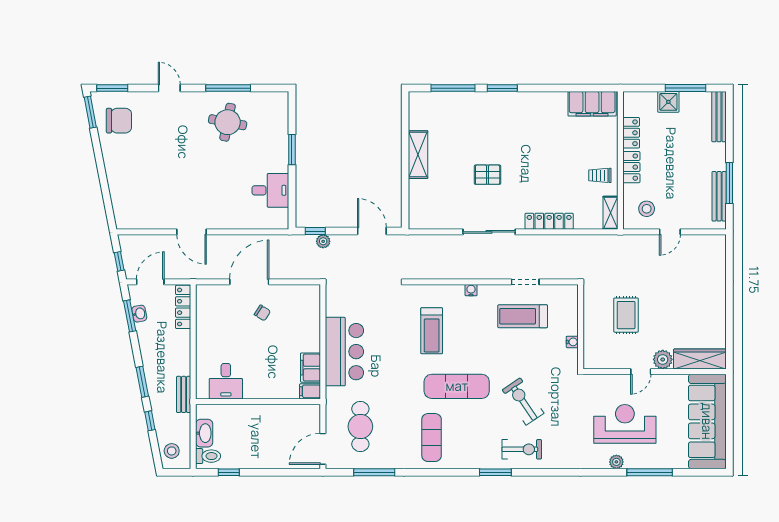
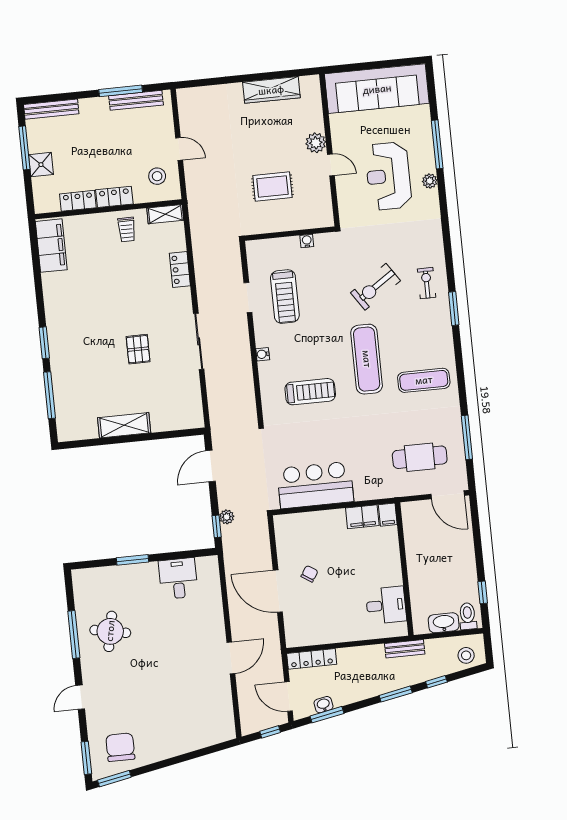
locker: (549, 221) -> (180, 269), width x0.66
bar counter: (344, 352) -> (315, 485), moved
wardrobe: (700, 359) -> (271, 90), moved, turned -90
exercise bike: (522, 449) -> (427, 283), width x0.73, depth x0.72

